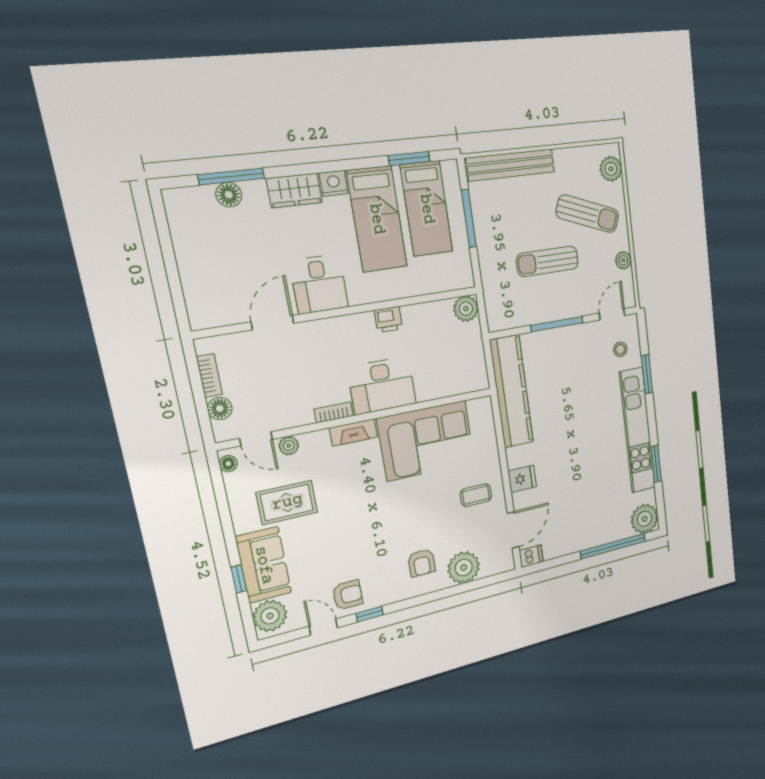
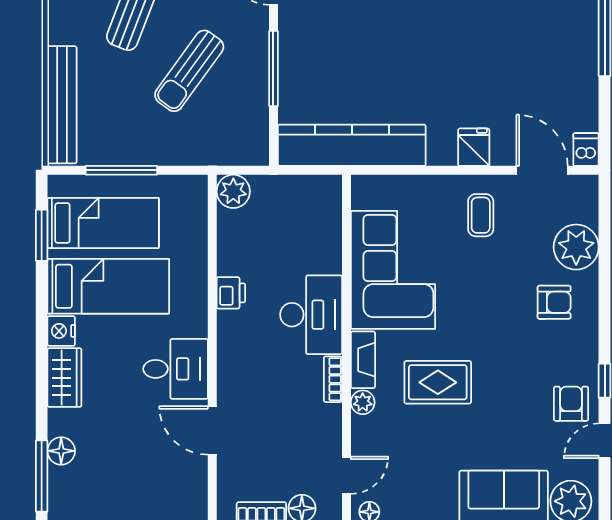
window: (231, 177) -> (42, 476), moved
sun lounger: (548, 261) -> (189, 71), turned 36
plant: (289, 446) -> (363, 402), moved
rug: (287, 502) -> (438, 382), moved, turned 90

